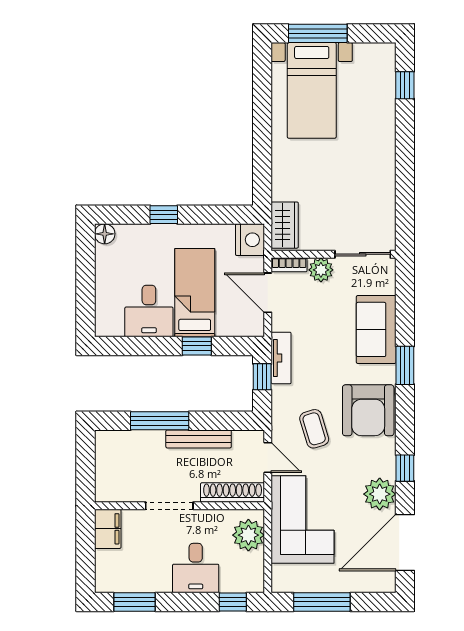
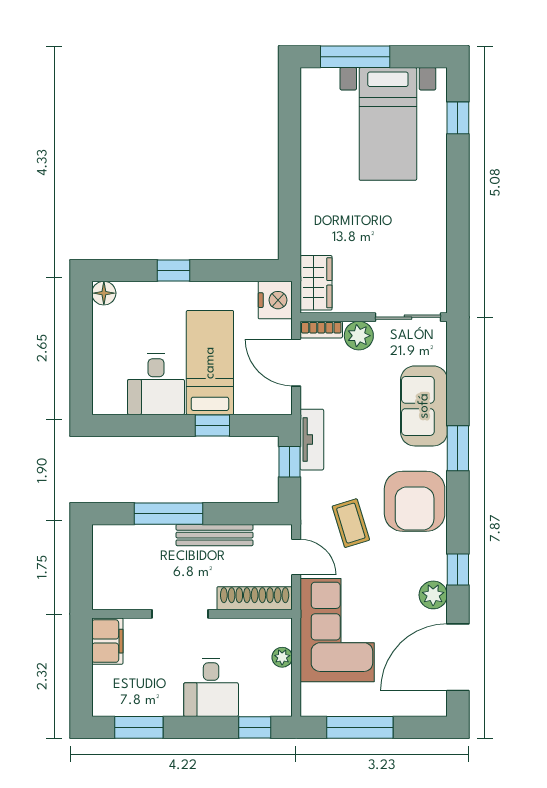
bed with nightstands: (312, 90) -> (388, 124), moved
plant: (380, 494) -> (433, 595), width x0.73, depth x0.73
plant: (248, 535) -> (282, 657), width x0.53, depth x0.53

